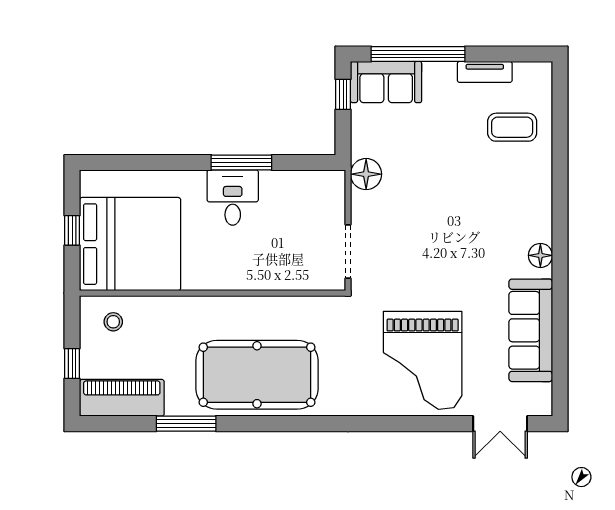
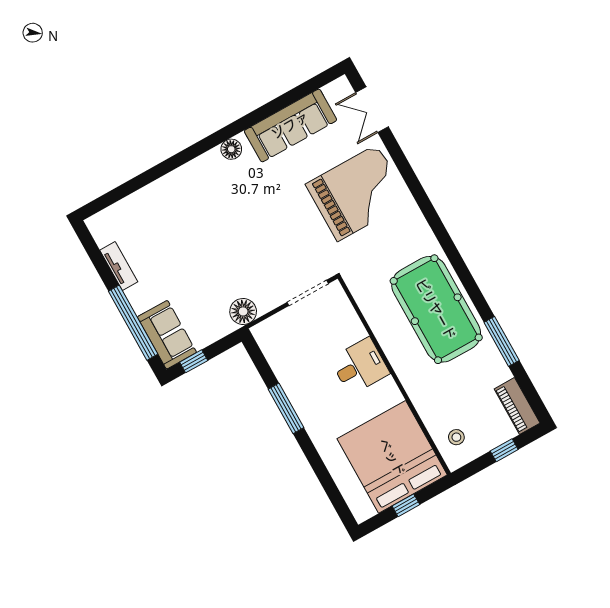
coffee table: (512, 127) -> (148, 223), removed
desk: (233, 198) -> (360, 366), moved, turned 180
piano: (122, 398) -> (517, 406), width x0.73, depth x0.75
double door: (500, 424) -> (372, 110), swing flipped

